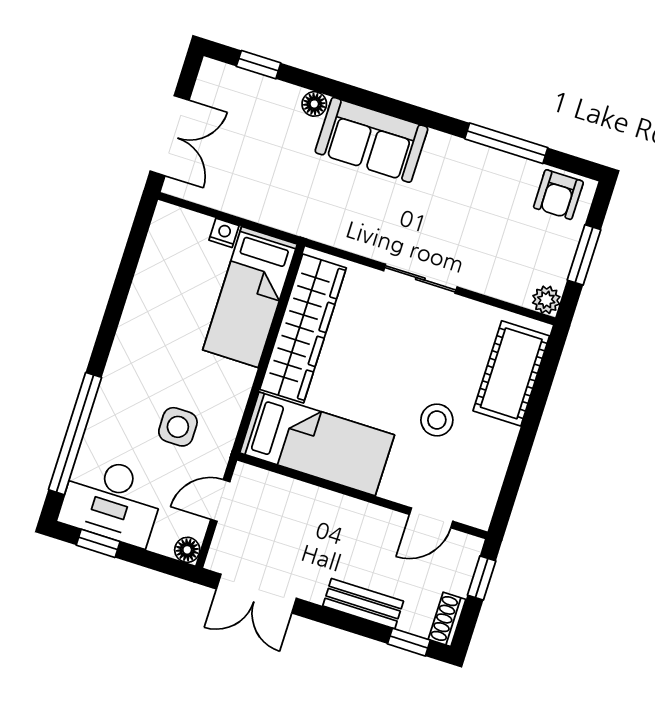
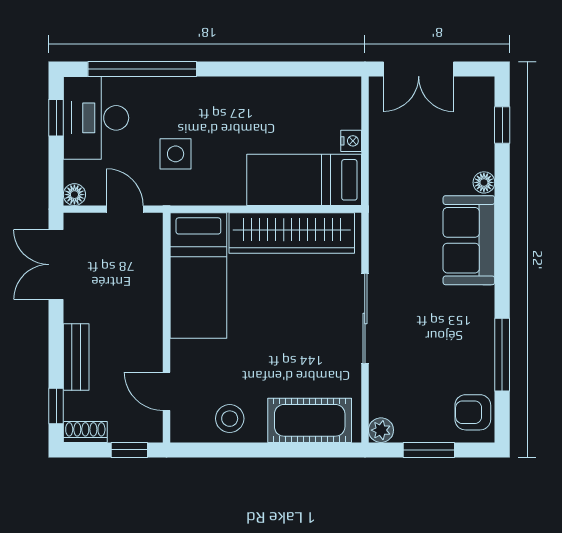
sliding door: (420, 279) -> (365, 318), width x1.37
stool: (437, 420) -> (230, 419), moved

